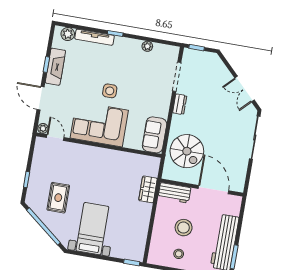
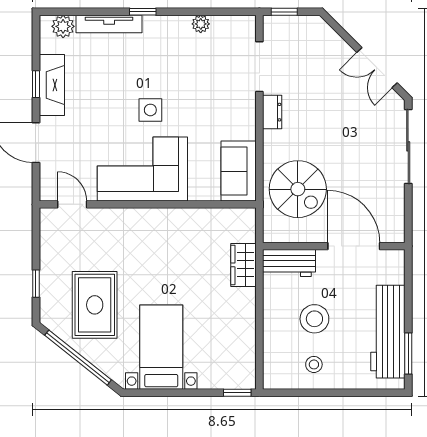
plant: (43, 128) -> (49, 193), removed
rug: (58, 198) -> (95, 305), width x1.36, depth x1.43

